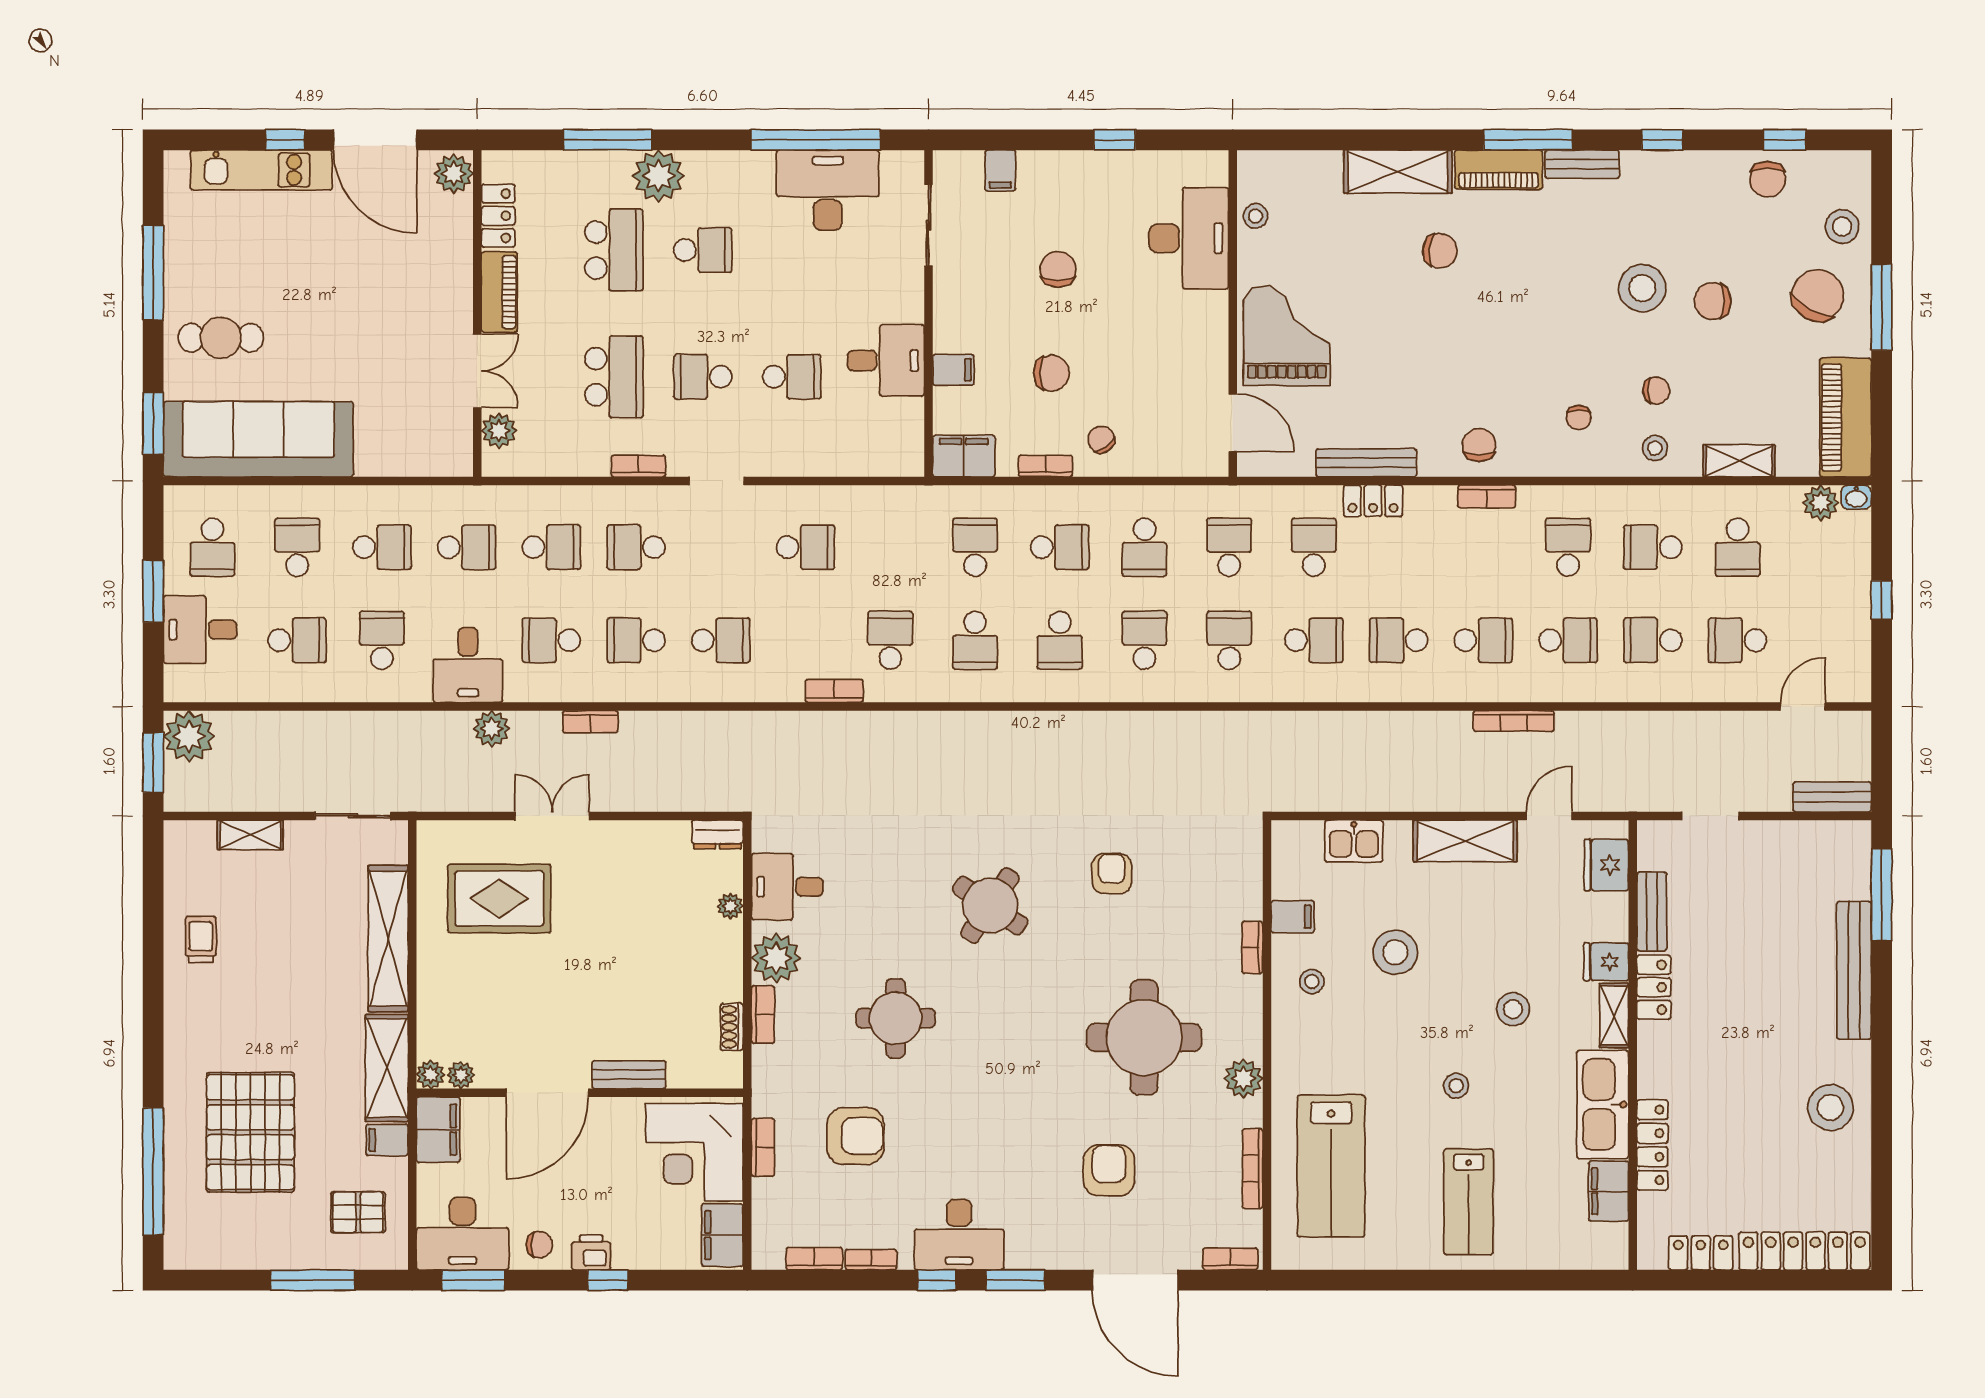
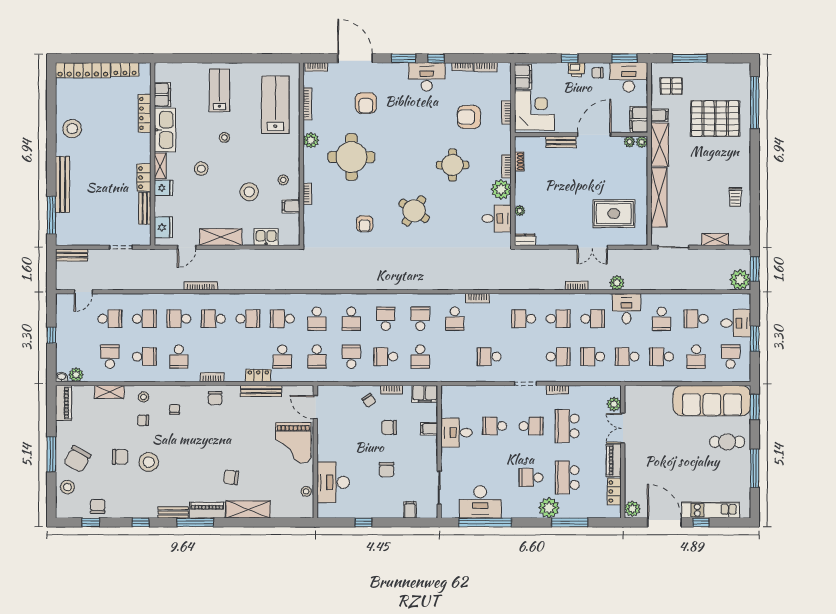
piano: (1845, 417) -> (63, 403), width x0.73, depth x0.75
pallet: (250, 1132) -> (715, 119), turned 90

